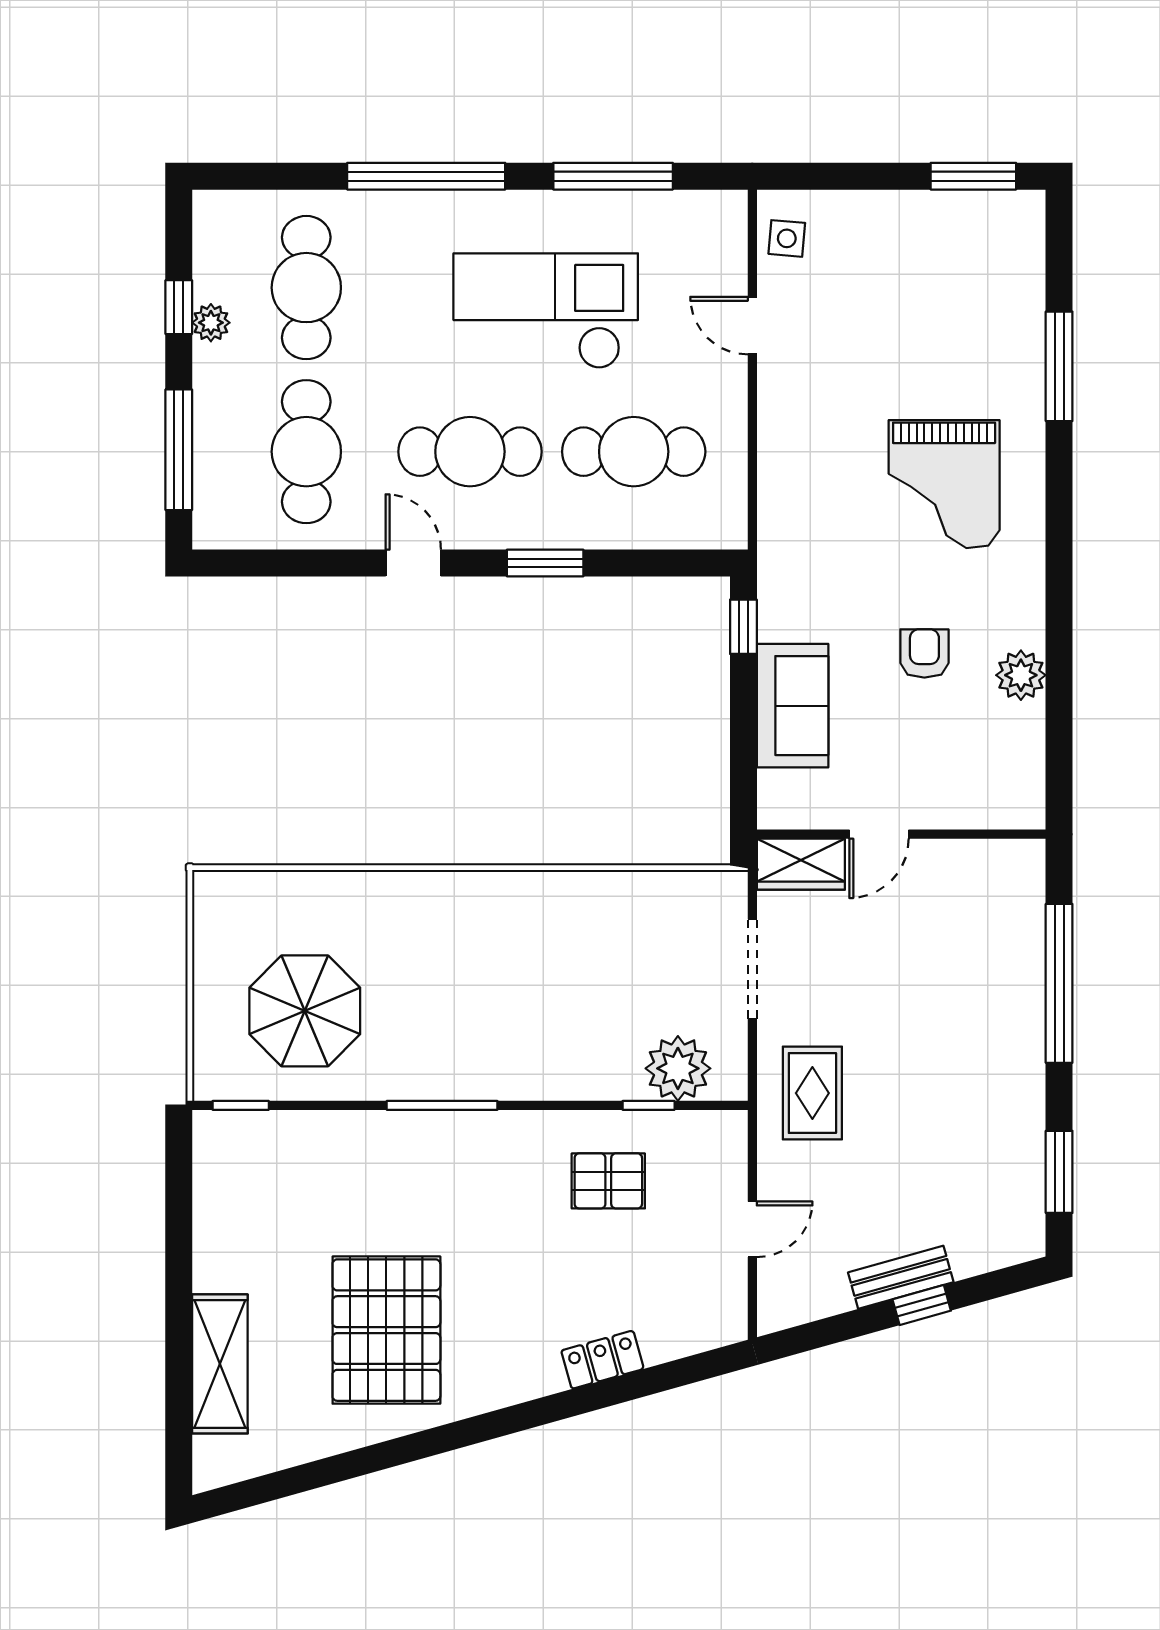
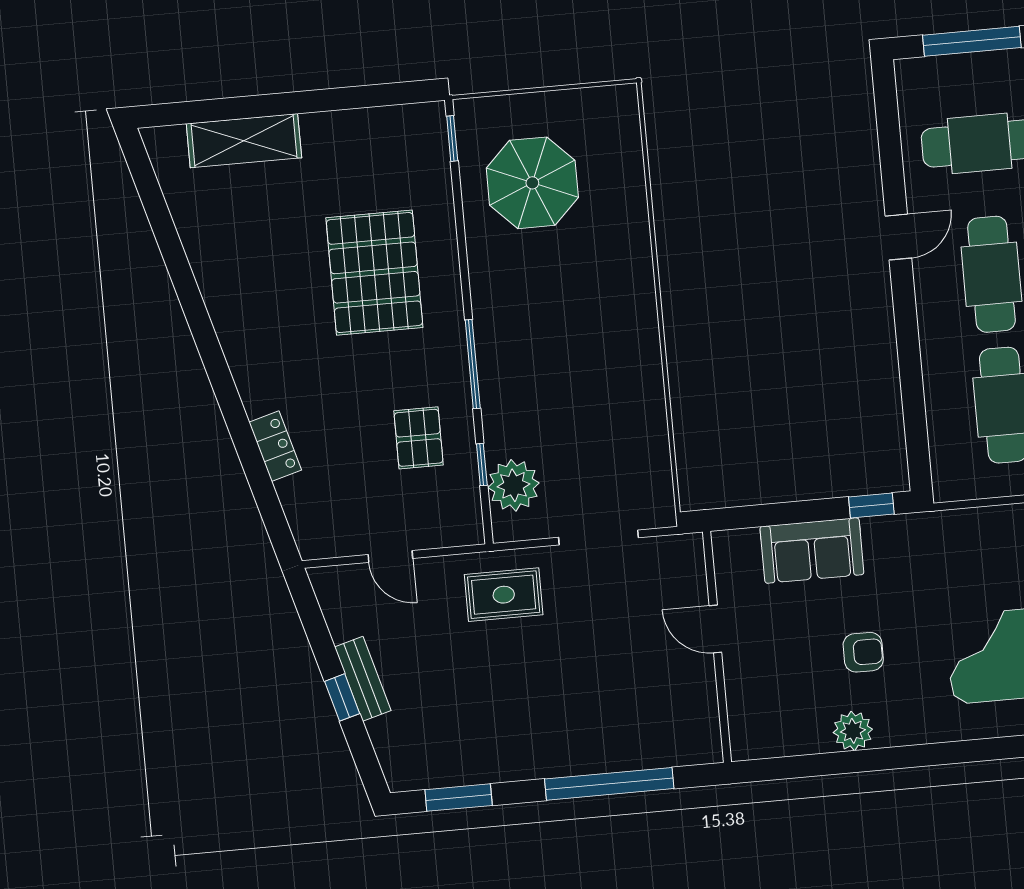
window: (545, 563) -> (908, 342), removed
wardrobe: (801, 864) -> (686, 569), removed
window: (442, 1105) -> (473, 364), moved
pallet: (386, 1330) -> (374, 273), moved, turned 90

